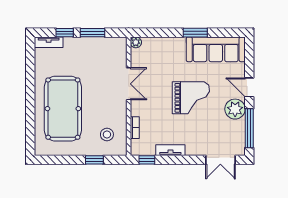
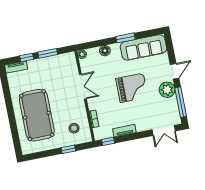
floor lamp: (166, 44) -> (105, 51), added
door: (249, 87) -> (175, 71), swing flipped

